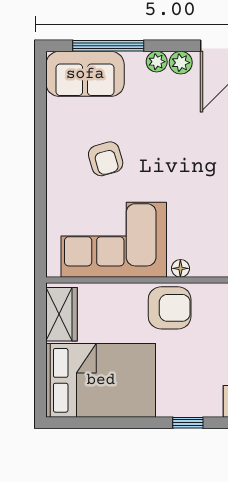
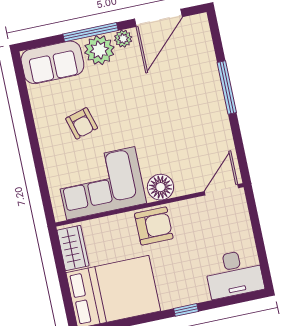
window: (108, 46) -> (90, 32), moved
plant: (157, 62) -> (99, 50), width x1.88, depth x1.88
floor lamp: (180, 268) -> (160, 187), width x1.89, depth x1.89

